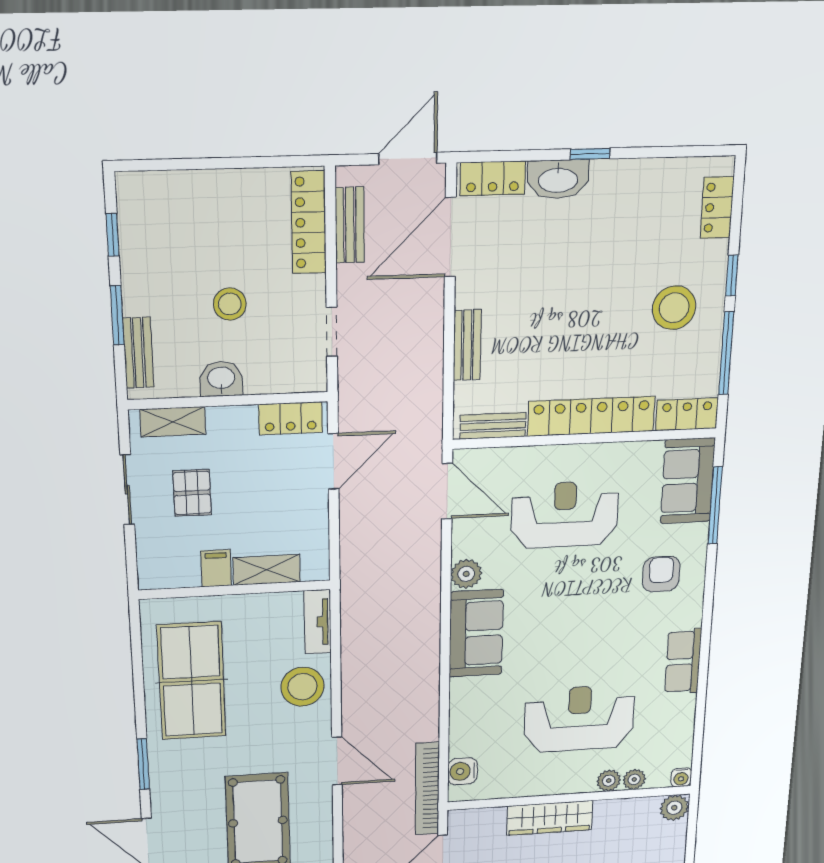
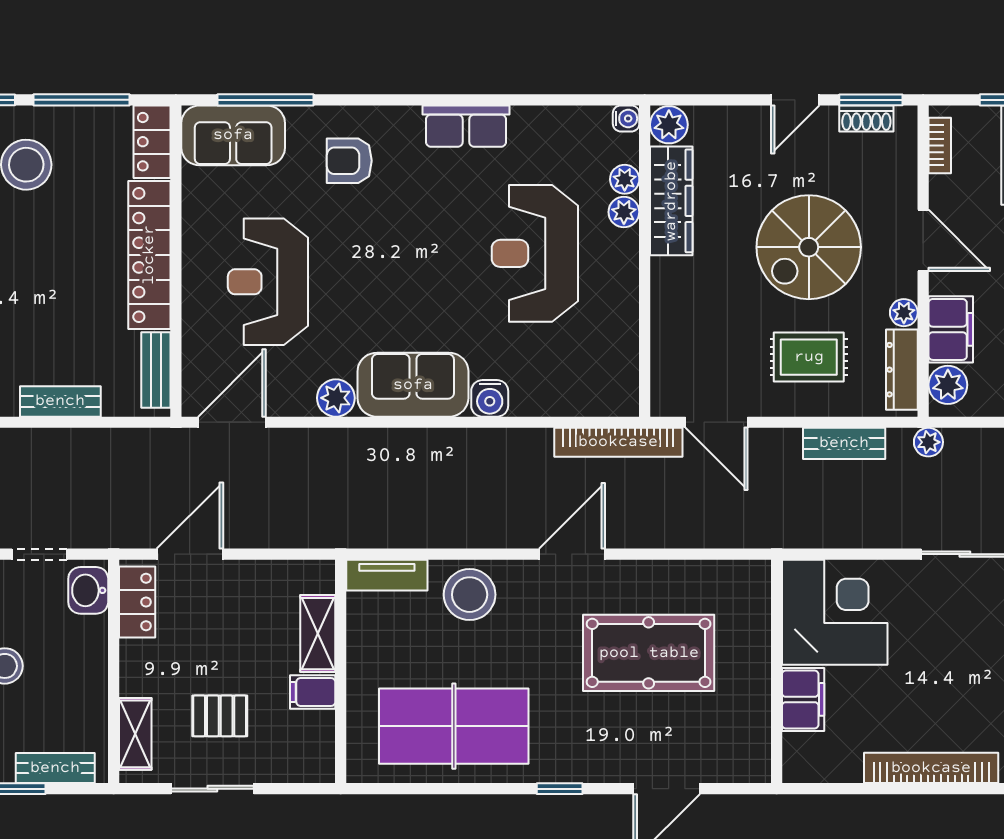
washbasin: (221, 379) -> (88, 590), moved
door: (333, 461) -> (190, 554), hinge flipped
window: (143, 764) -> (560, 789), width x0.67
water cooler: (462, 771) -> (490, 398), moved
wardrobe: (550, 818) -> (671, 201), moved

